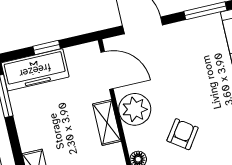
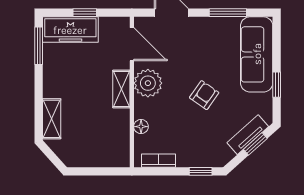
armchair: (183, 134) -> (204, 95), moved

